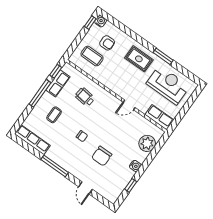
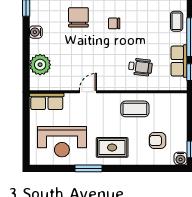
coffee table: (92, 56) -> (135, 109), moved
coffee table: (54, 115) -> (177, 21), moved

